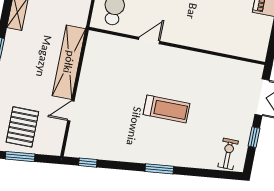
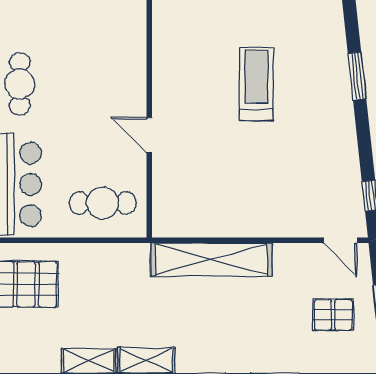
door: (71, 111) -> (340, 240), moved
pallet: (22, 127) -> (333, 315), width x0.67, depth x0.71

